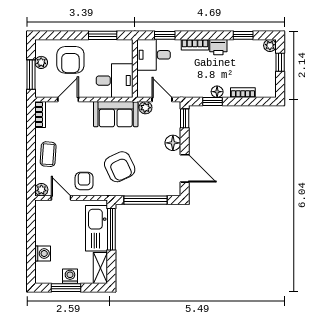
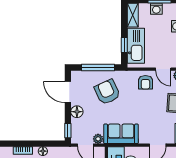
window: (212, 101) -> (46, 144), removed
armchair: (120, 167) -> (107, 92), moved
window: (111, 229) -> (124, 45), width x0.46

